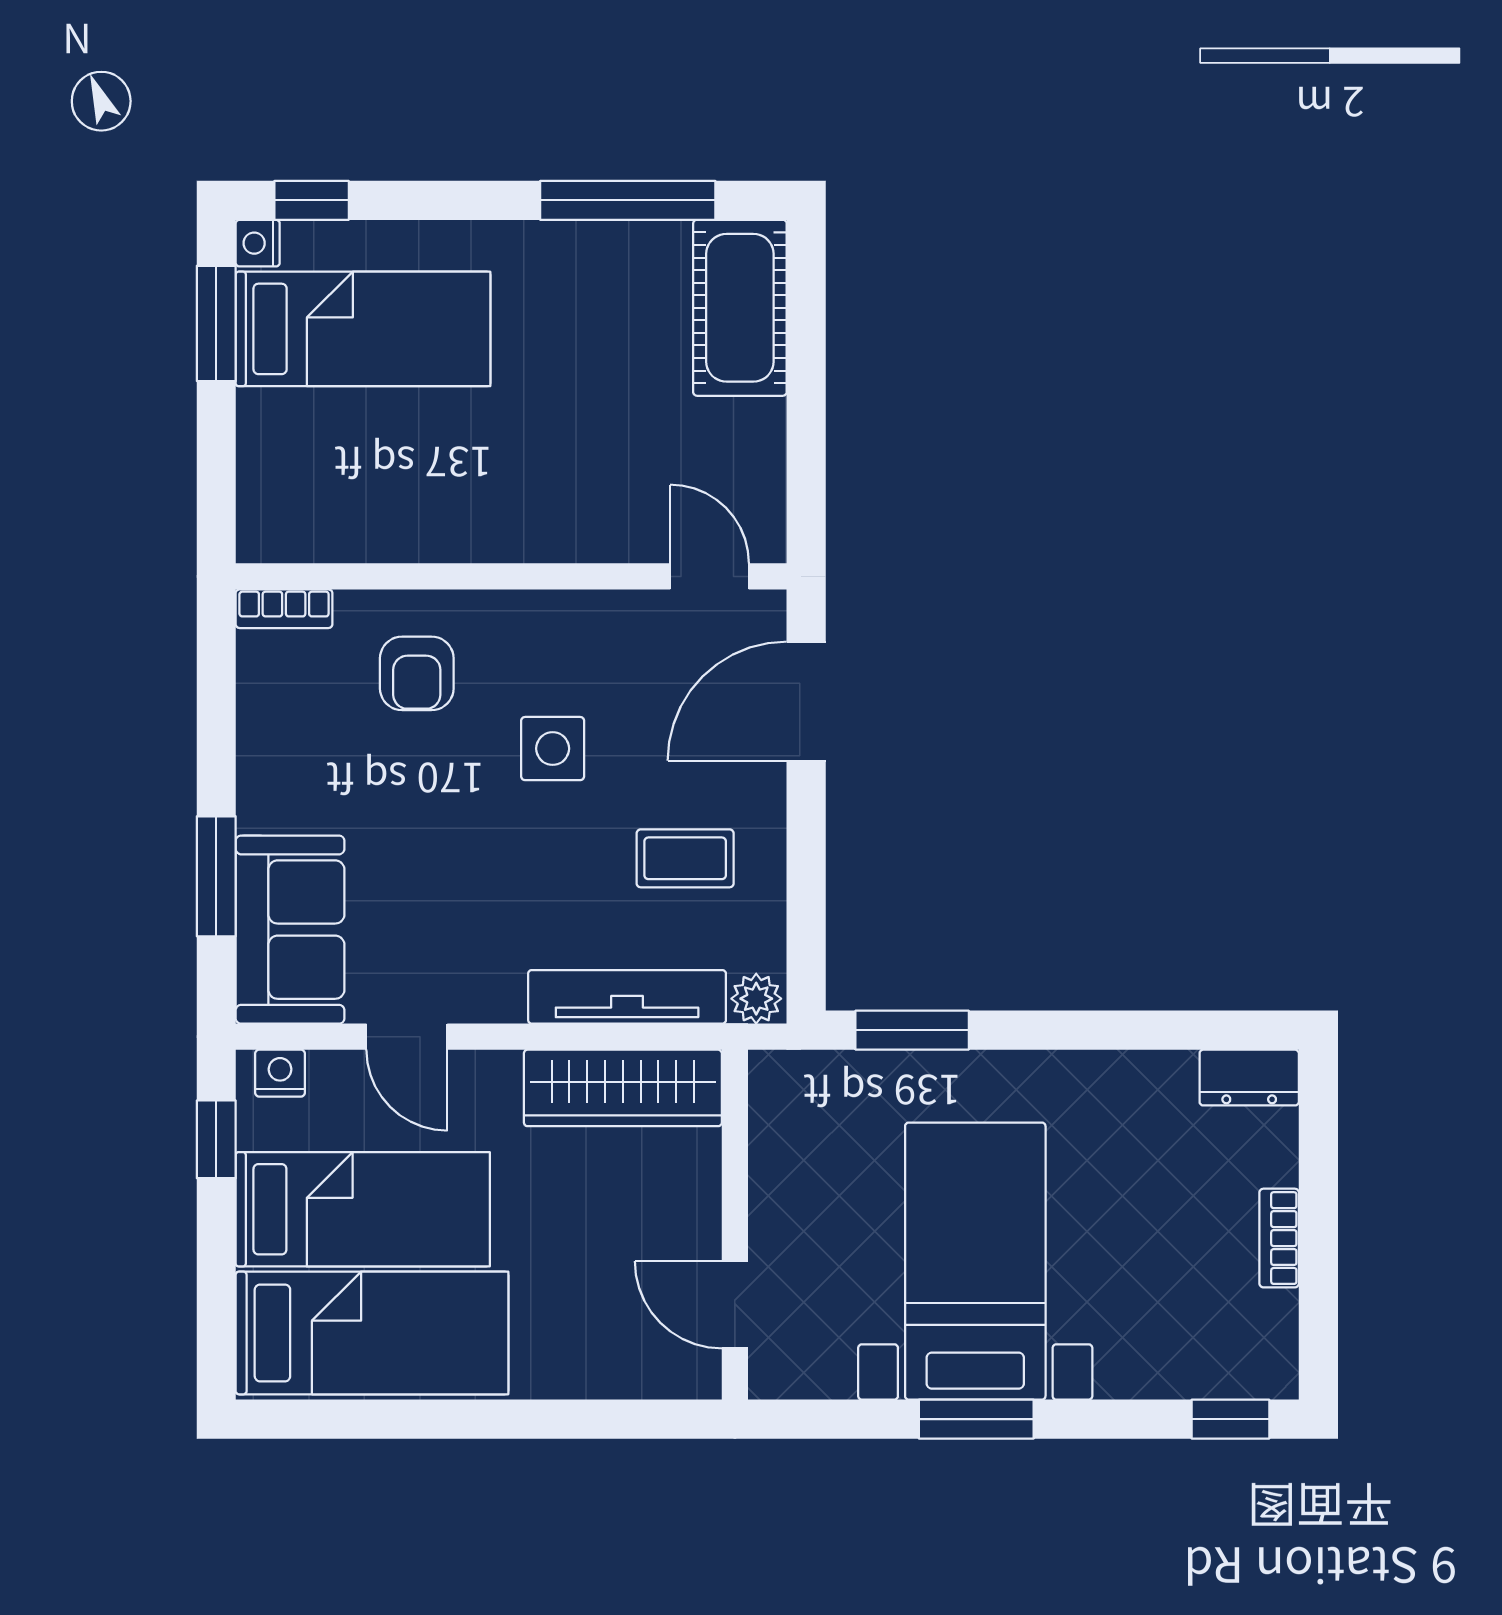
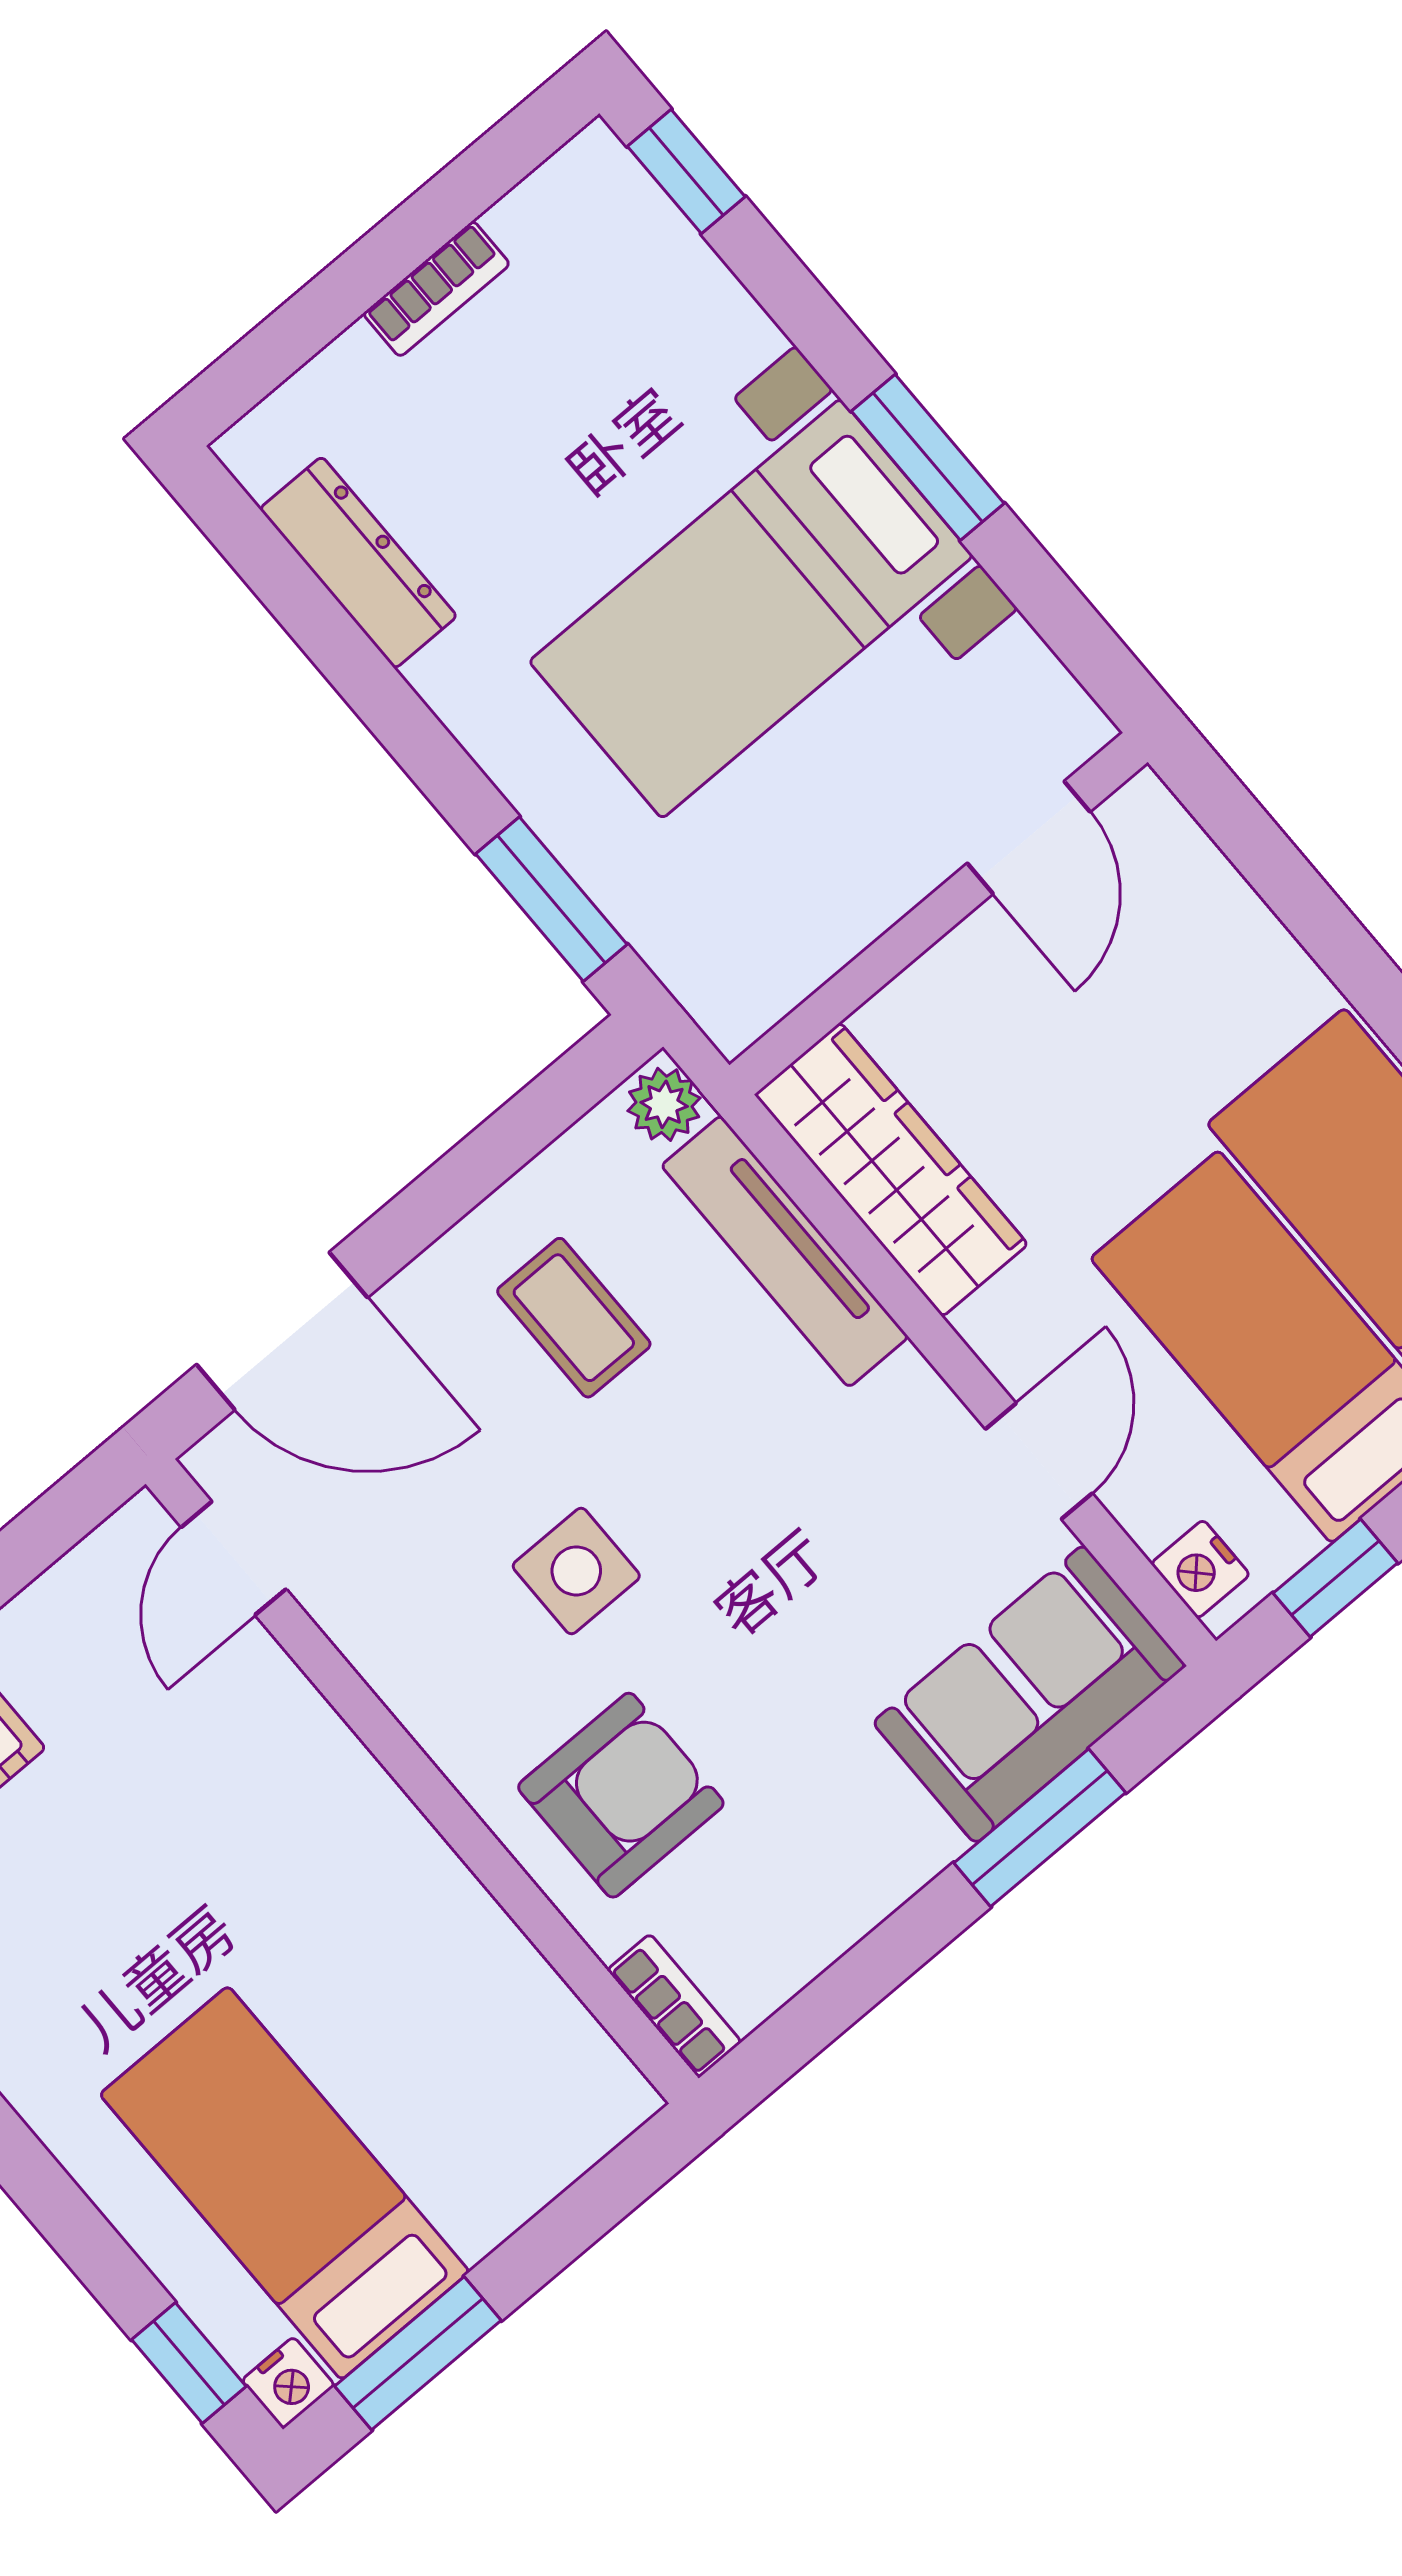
armchair: (417, 673) -> (621, 1795), width x1.38, depth x1.38
dresser: (1249, 1078) -> (358, 563), moved, width x1.44

